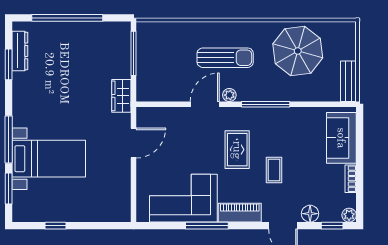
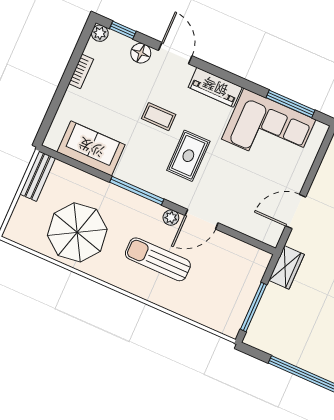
sofa: (341, 138) -> (91, 148), moved, turned -90
coffee table: (274, 170) -> (159, 117), turned 90
window: (207, 226) -> (290, 104), moved

